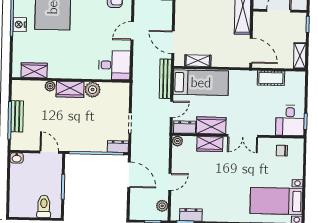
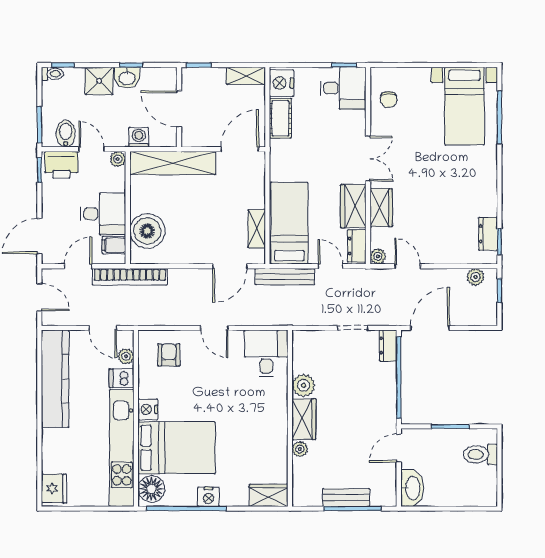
wardrobe: (34, 70) -> (269, 495), moved, turned 90
nightstand: (294, 79) -> (281, 83), added
washbasin: (17, 158) -> (412, 488), width x1.91, depth x1.45
door: (170, 182) -> (408, 266), moved

